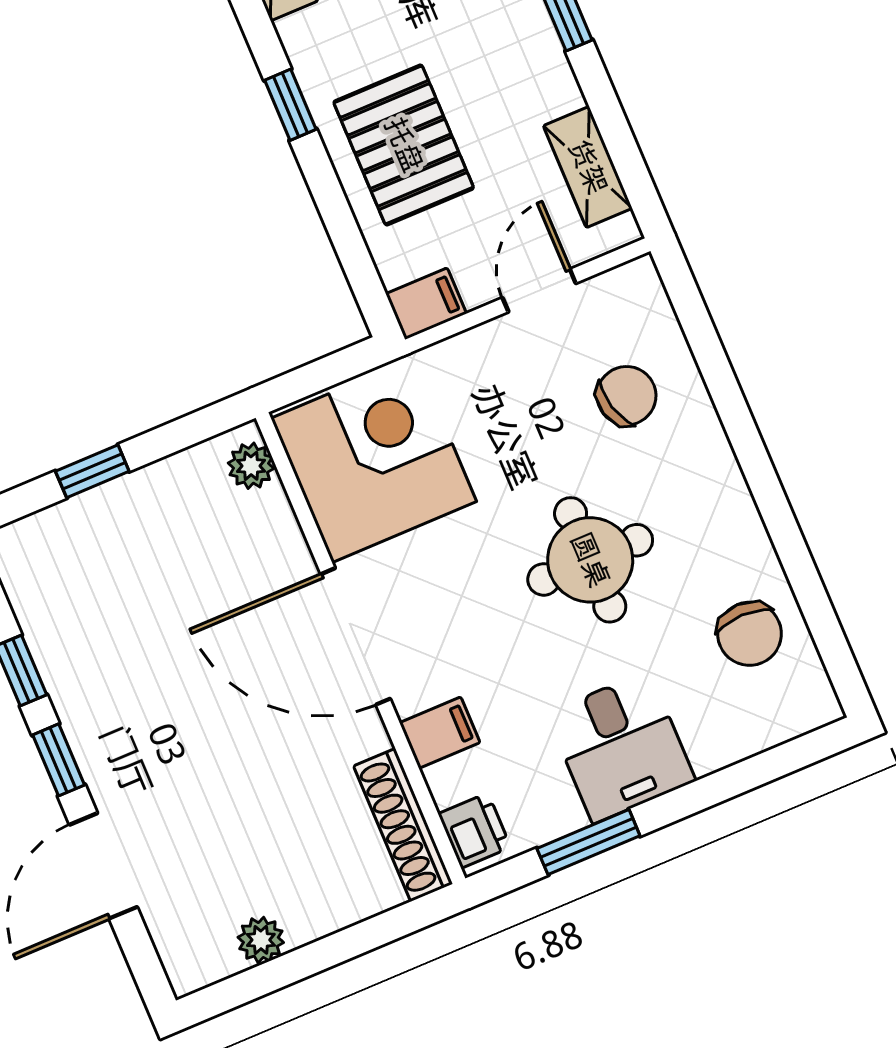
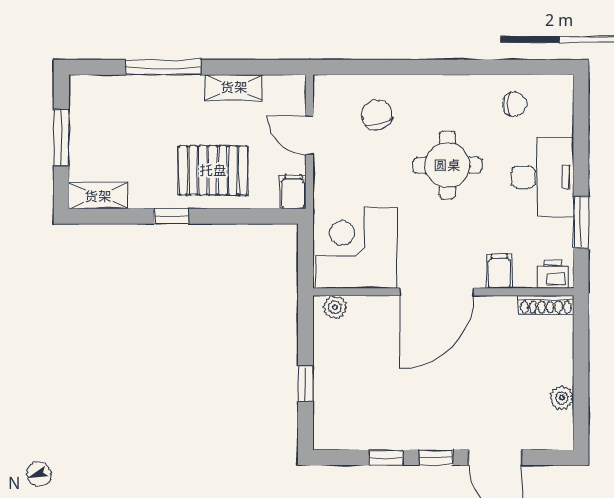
shelving: (588, 167) -> (234, 87), moved
chair: (750, 634) -> (515, 104), width x0.73, depth x0.73
desk: (621, 747) -> (542, 177), width x1.37
shoe rack: (403, 825) -> (546, 305), width x0.74, depth x0.81

